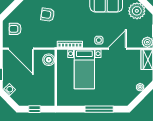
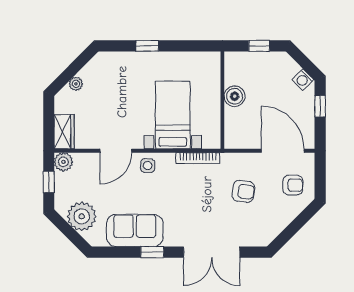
armchair: (48, 15) -> (243, 191), moved
boiler: (49, 60) -> (235, 96), moved
window: (99, 109) -> (147, 46), width x0.46

